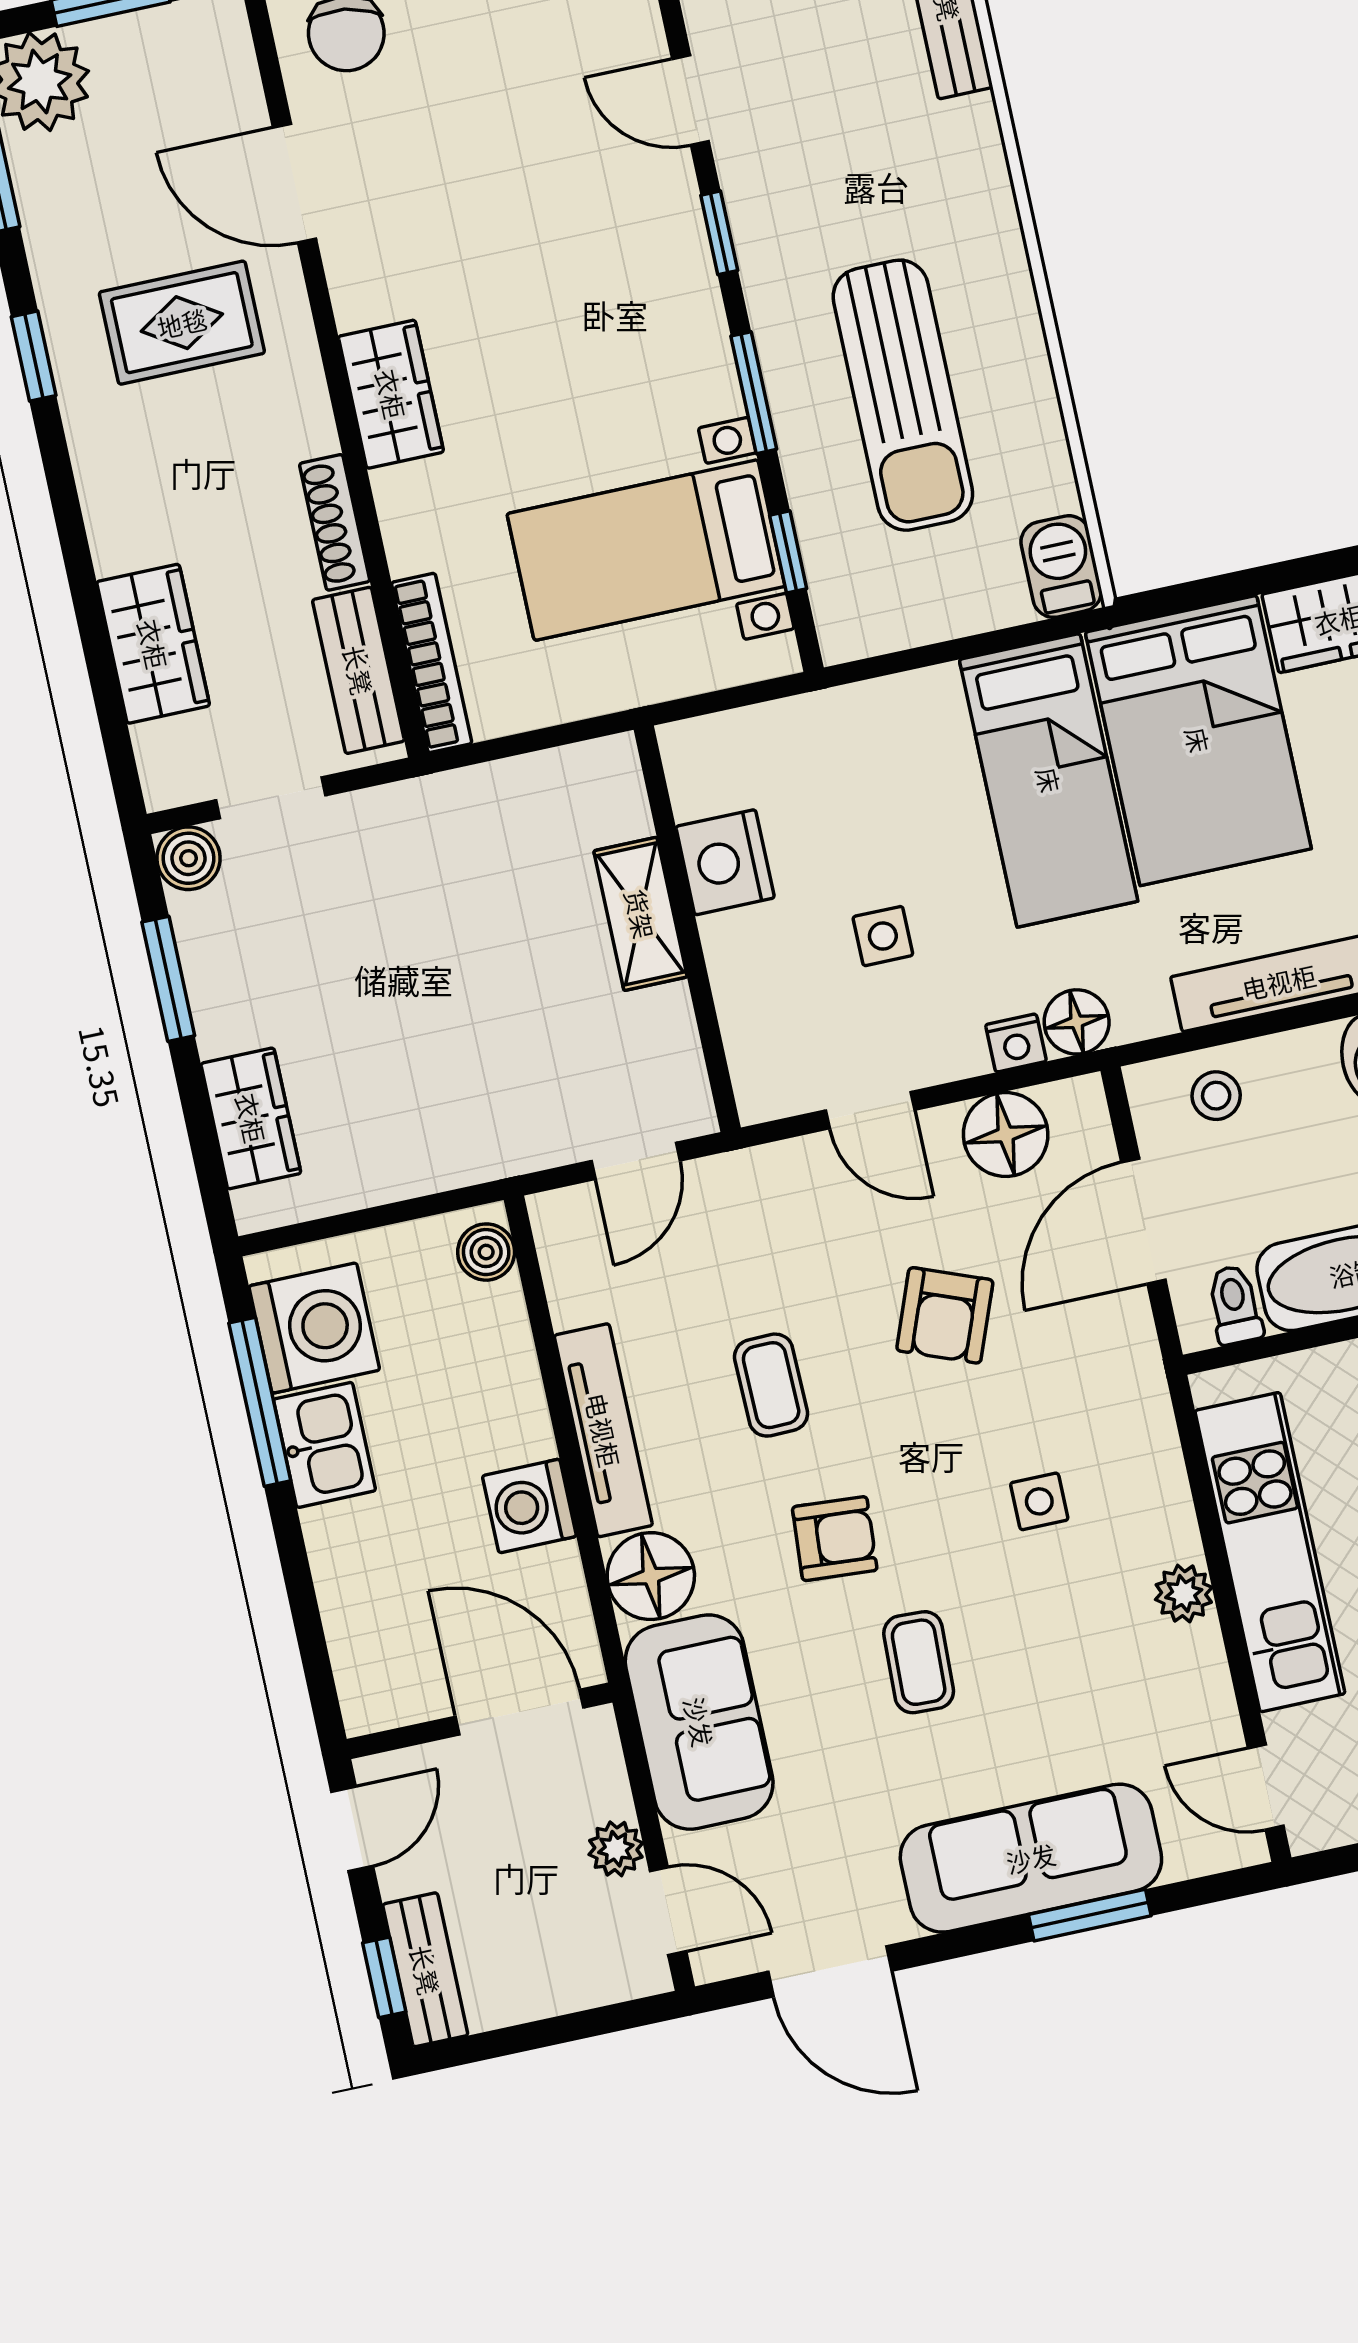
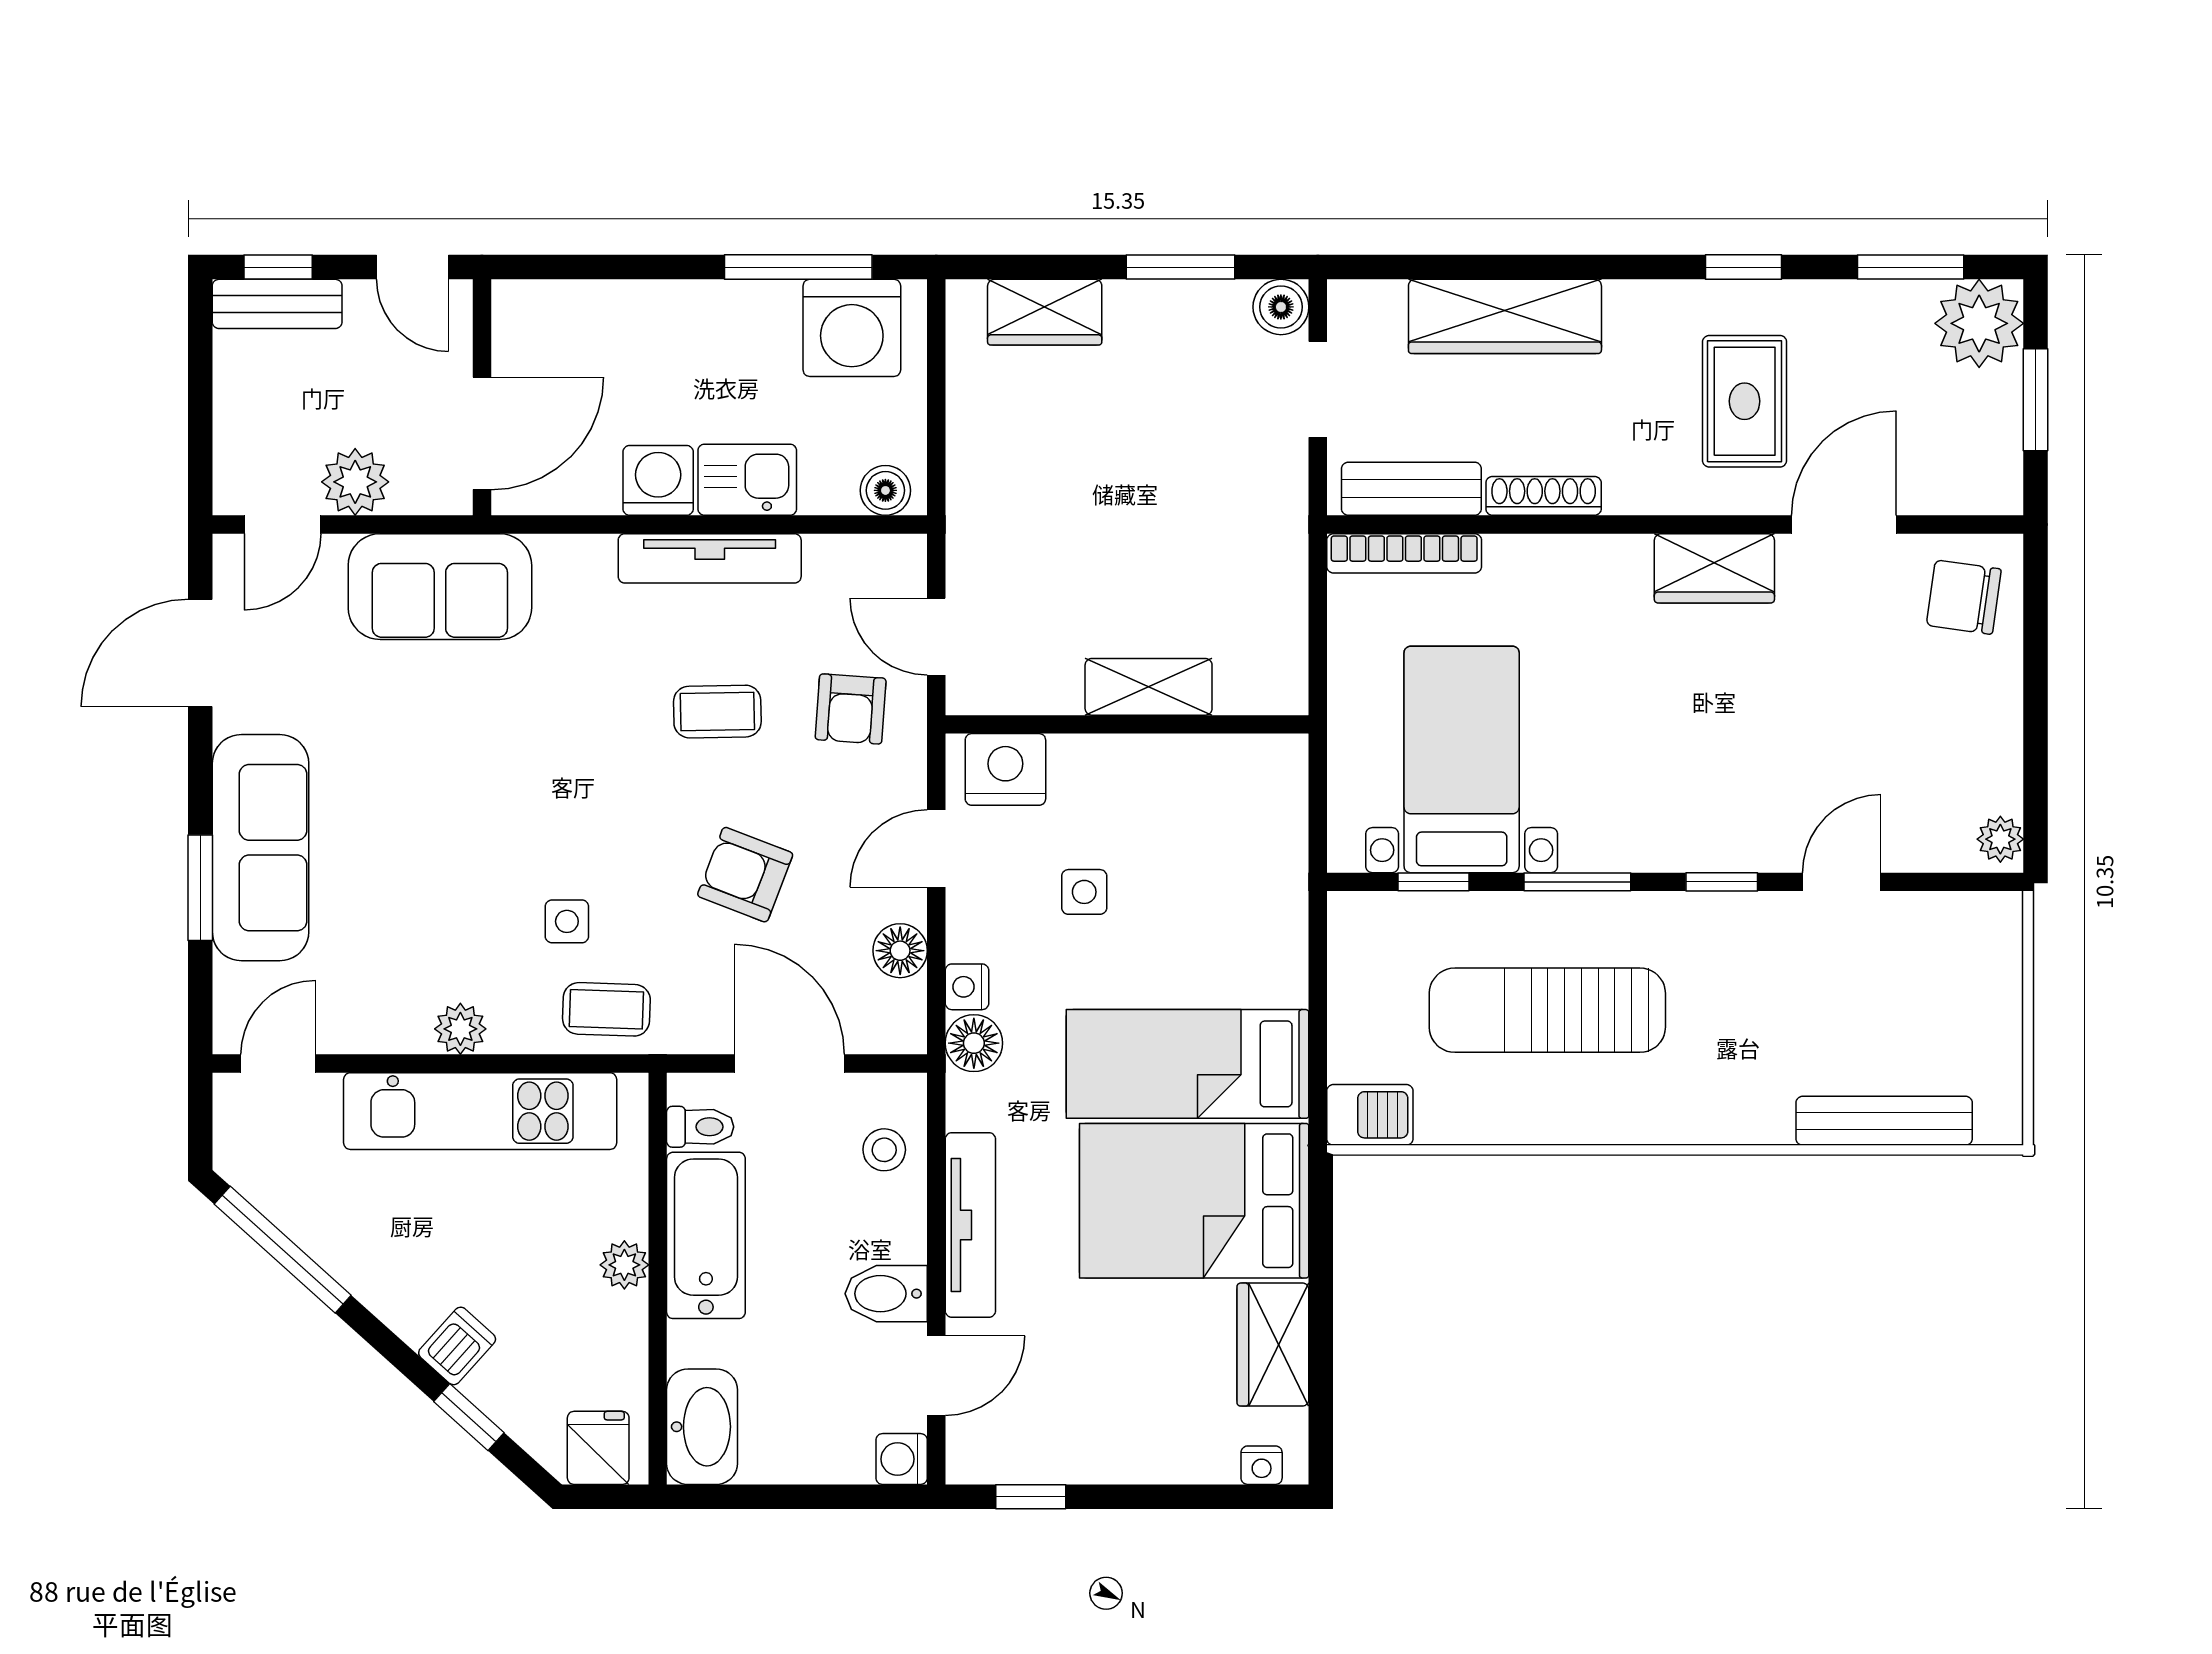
wardrobe: (391, 394) -> (1714, 568), moved
wardrobe: (153, 644) -> (1505, 316), width x1.50
nightstand: (725, 862) -> (1005, 769), moved
floor lamp: (1006, 1134) -> (900, 951), width x0.73, depth x0.73
kitchen sink: (324, 1445) -> (747, 480), moved, turned 180
armchair: (835, 1539) -> (851, 709), moved
floor lamp: (651, 1576) -> (575, 572), removed
coffee table: (919, 1662) -> (606, 1009), moved
plant: (616, 1849) -> (355, 482), width x1.38, depth x1.38

